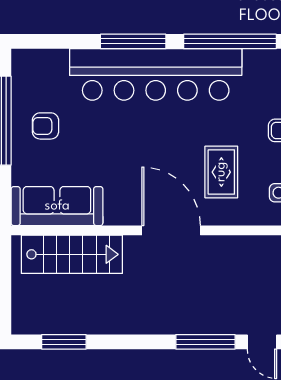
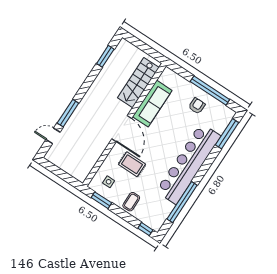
window: (133, 41) -> (227, 134), moved
sofa: (57, 206) -> (152, 104), moved
door: (171, 230) -> (122, 129), hinge flipped

